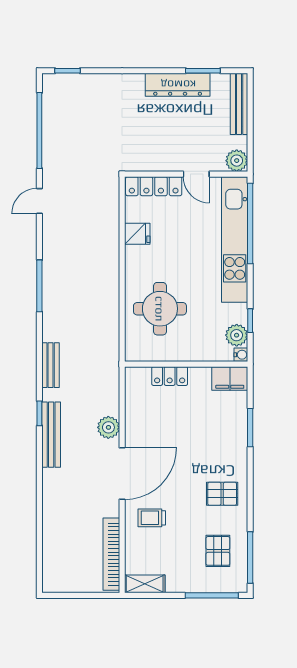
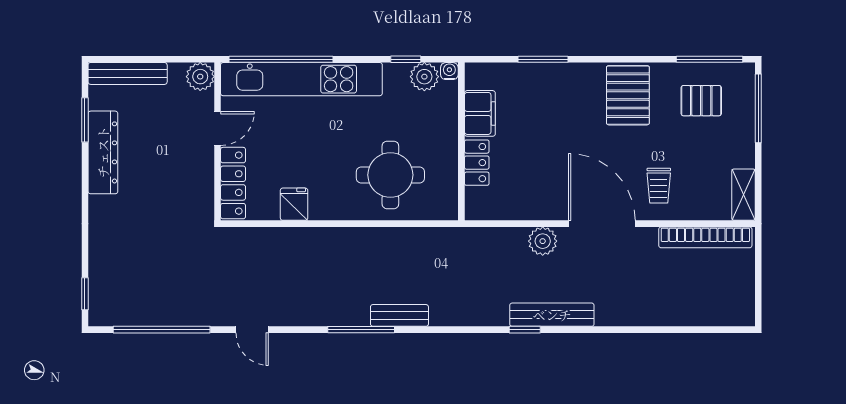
bench: (51, 365) -> (399, 315), moved
filing cabinet: (230, 378) -> (480, 113), moved
pallet: (222, 494) -> (628, 95), width x1.50, depth x1.42

